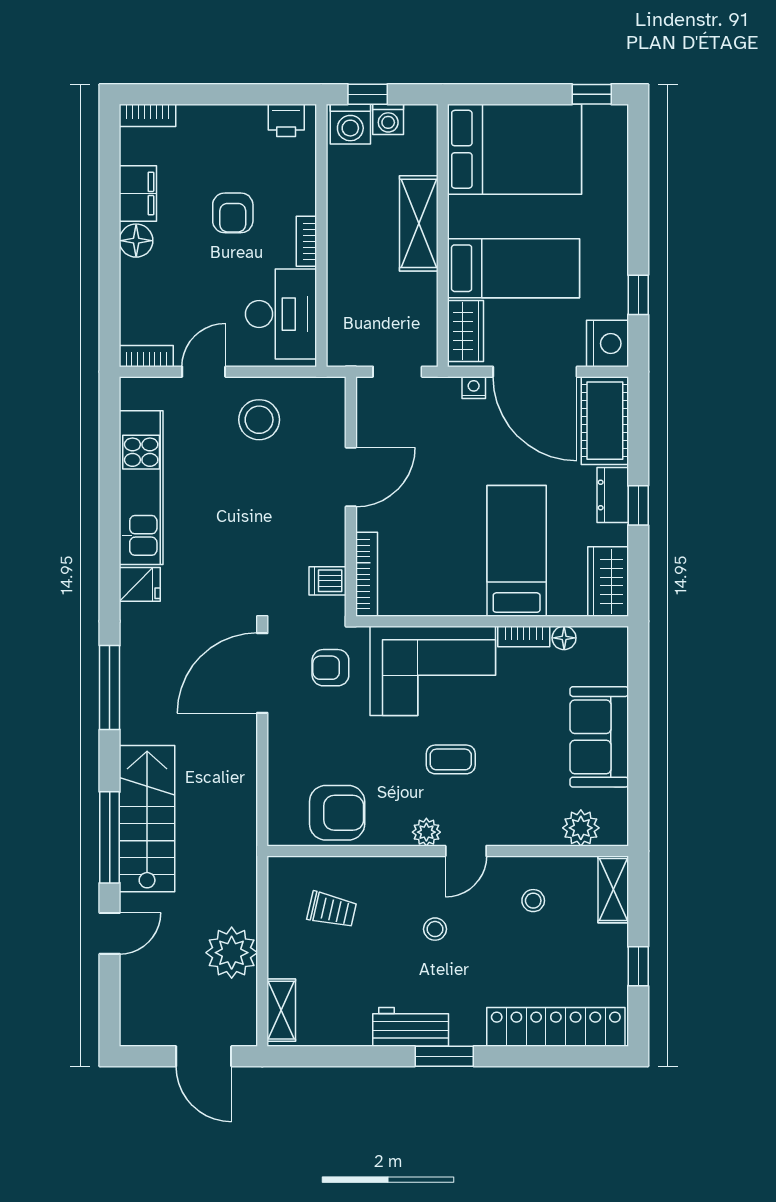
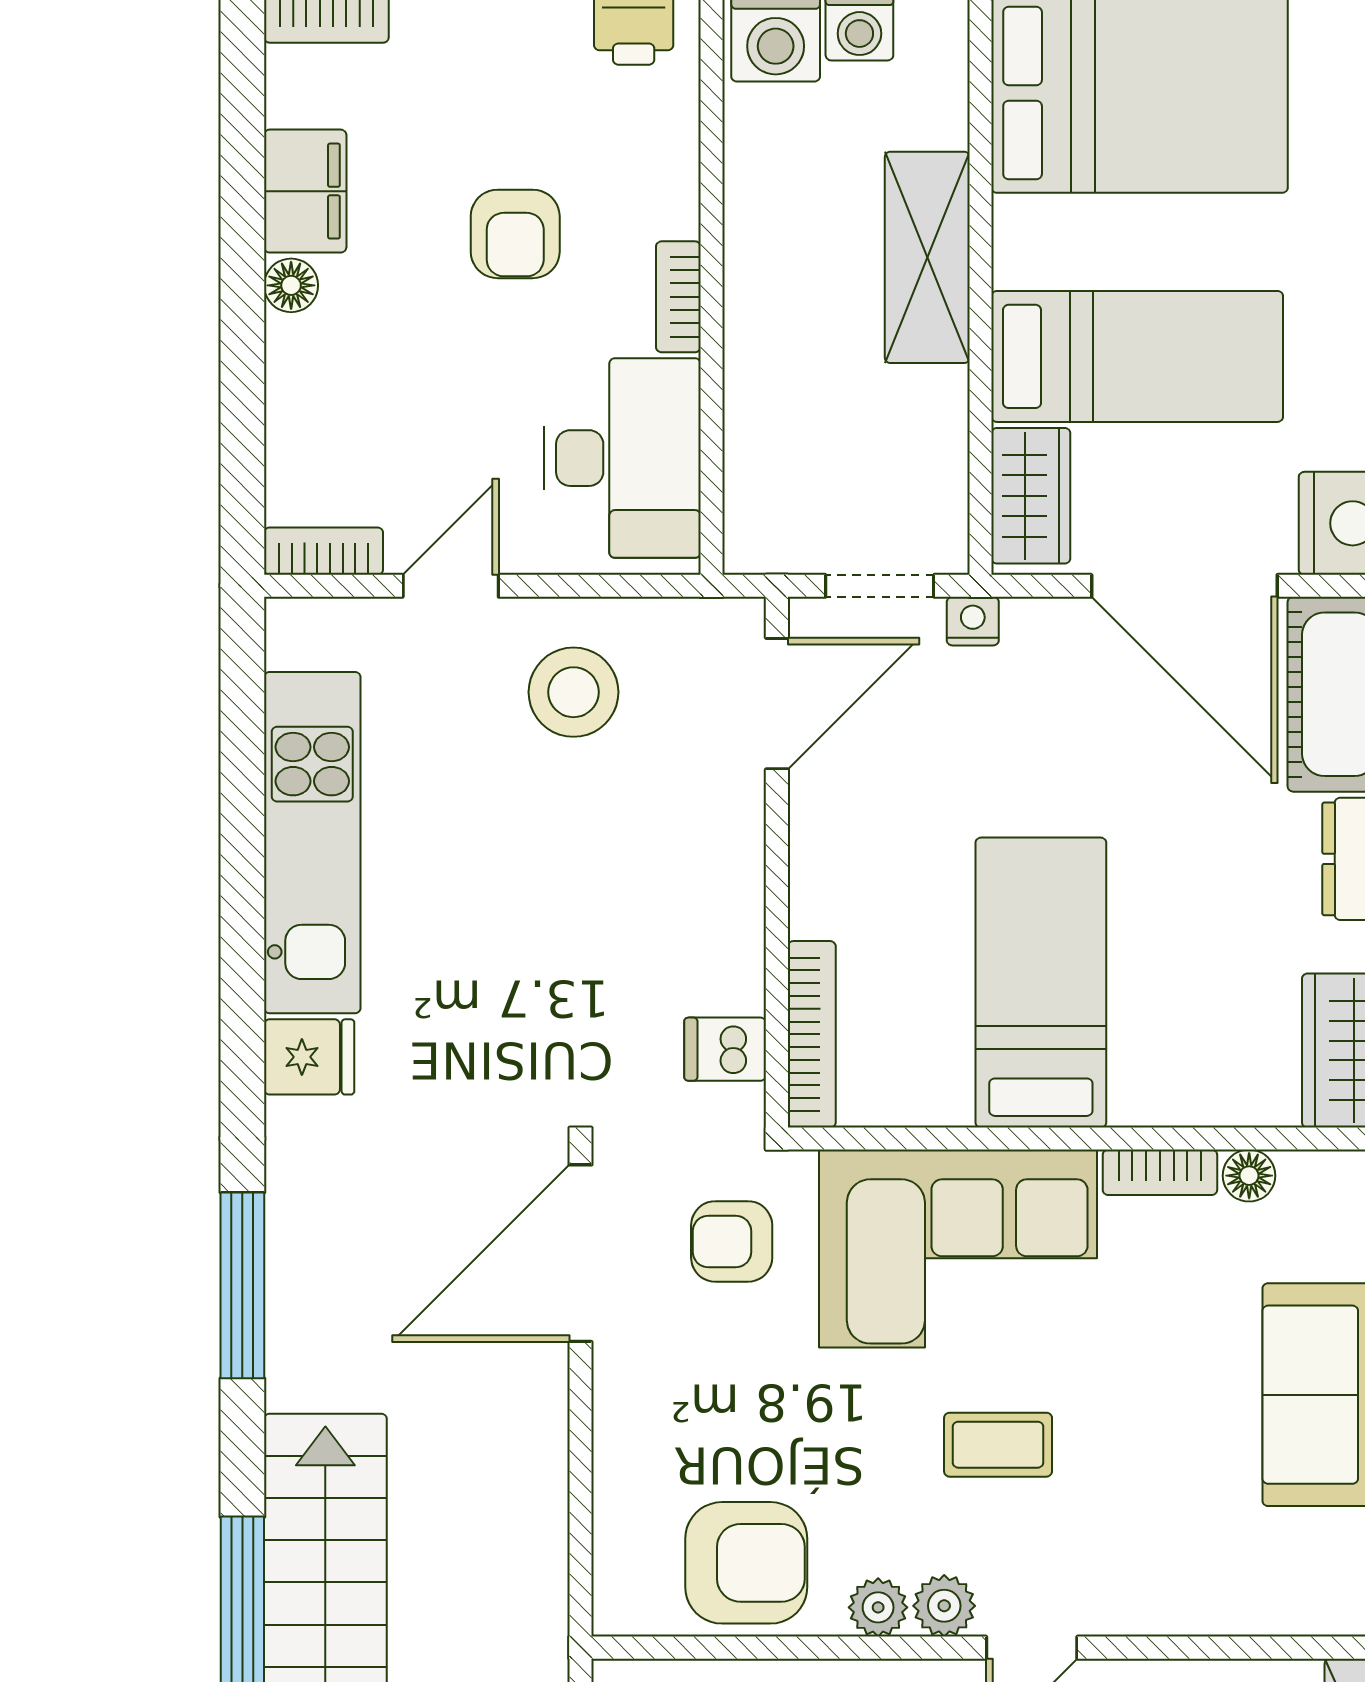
floor lamp: (136, 241) -> (291, 285), width x0.73, depth x0.73
nightstand: (474, 388) -> (973, 621), moved
door: (351, 477) -> (777, 704), moved
bed: (517, 551) -> (1041, 983), moved
plant: (581, 828) -> (878, 1607), moved, width x0.73, depth x0.73

